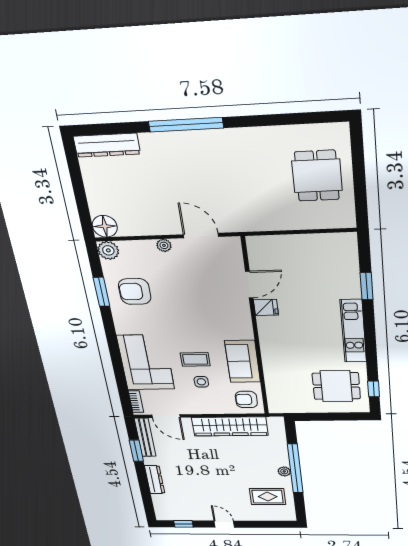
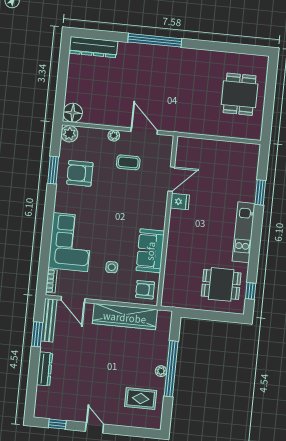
coffee table: (195, 359) -> (128, 162), moved

